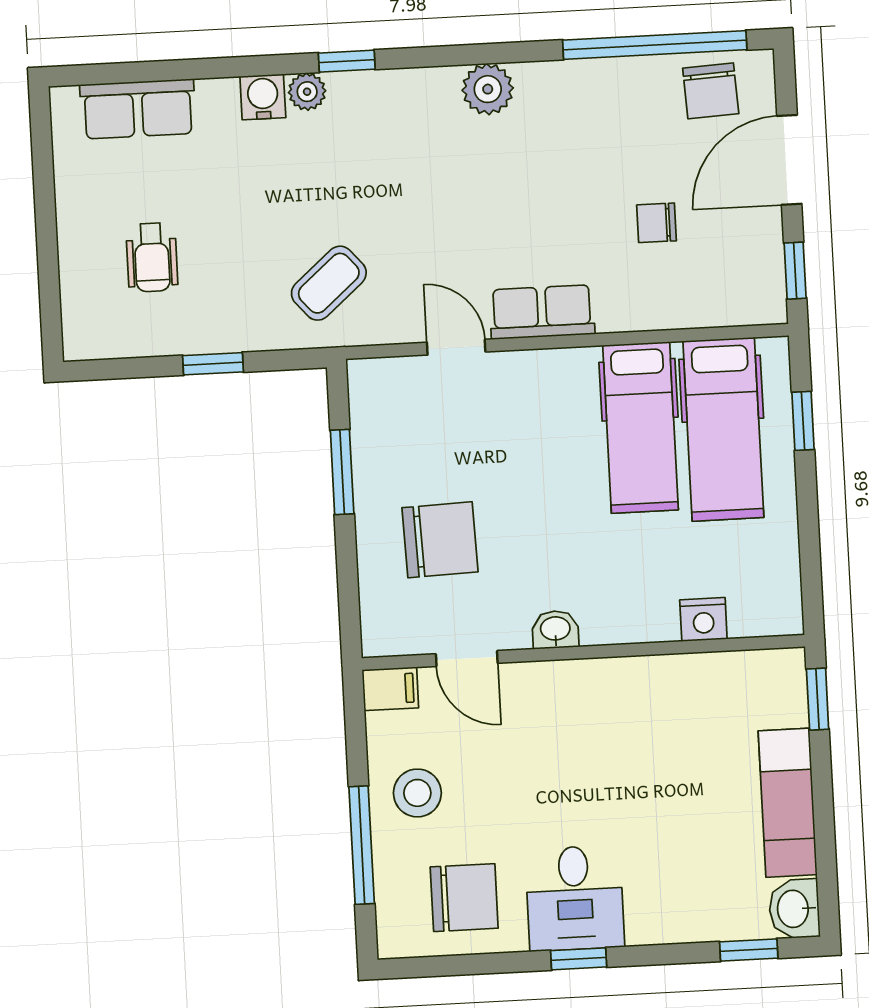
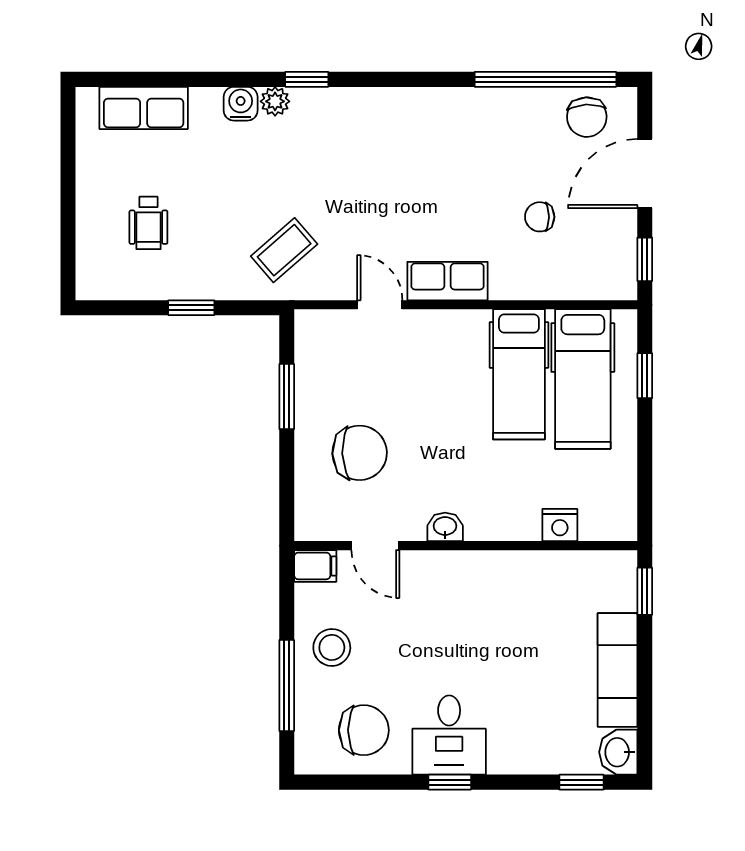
plant: (488, 89) -> (415, 107), removed

